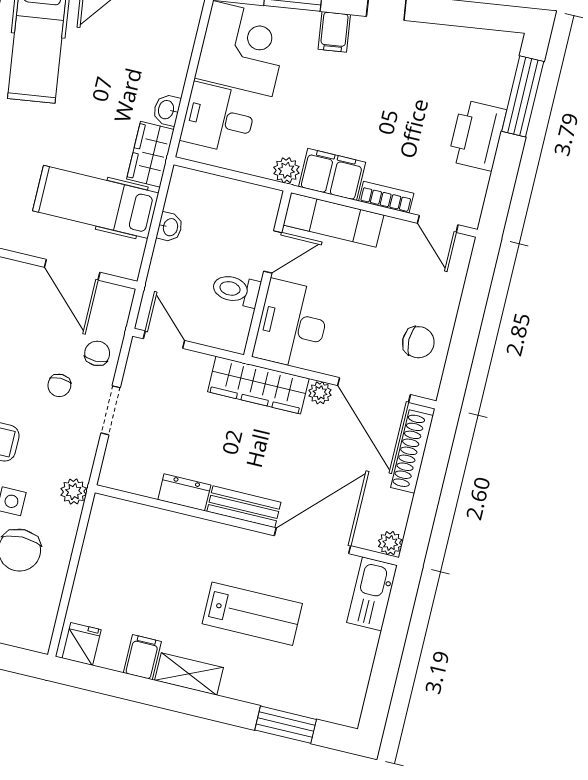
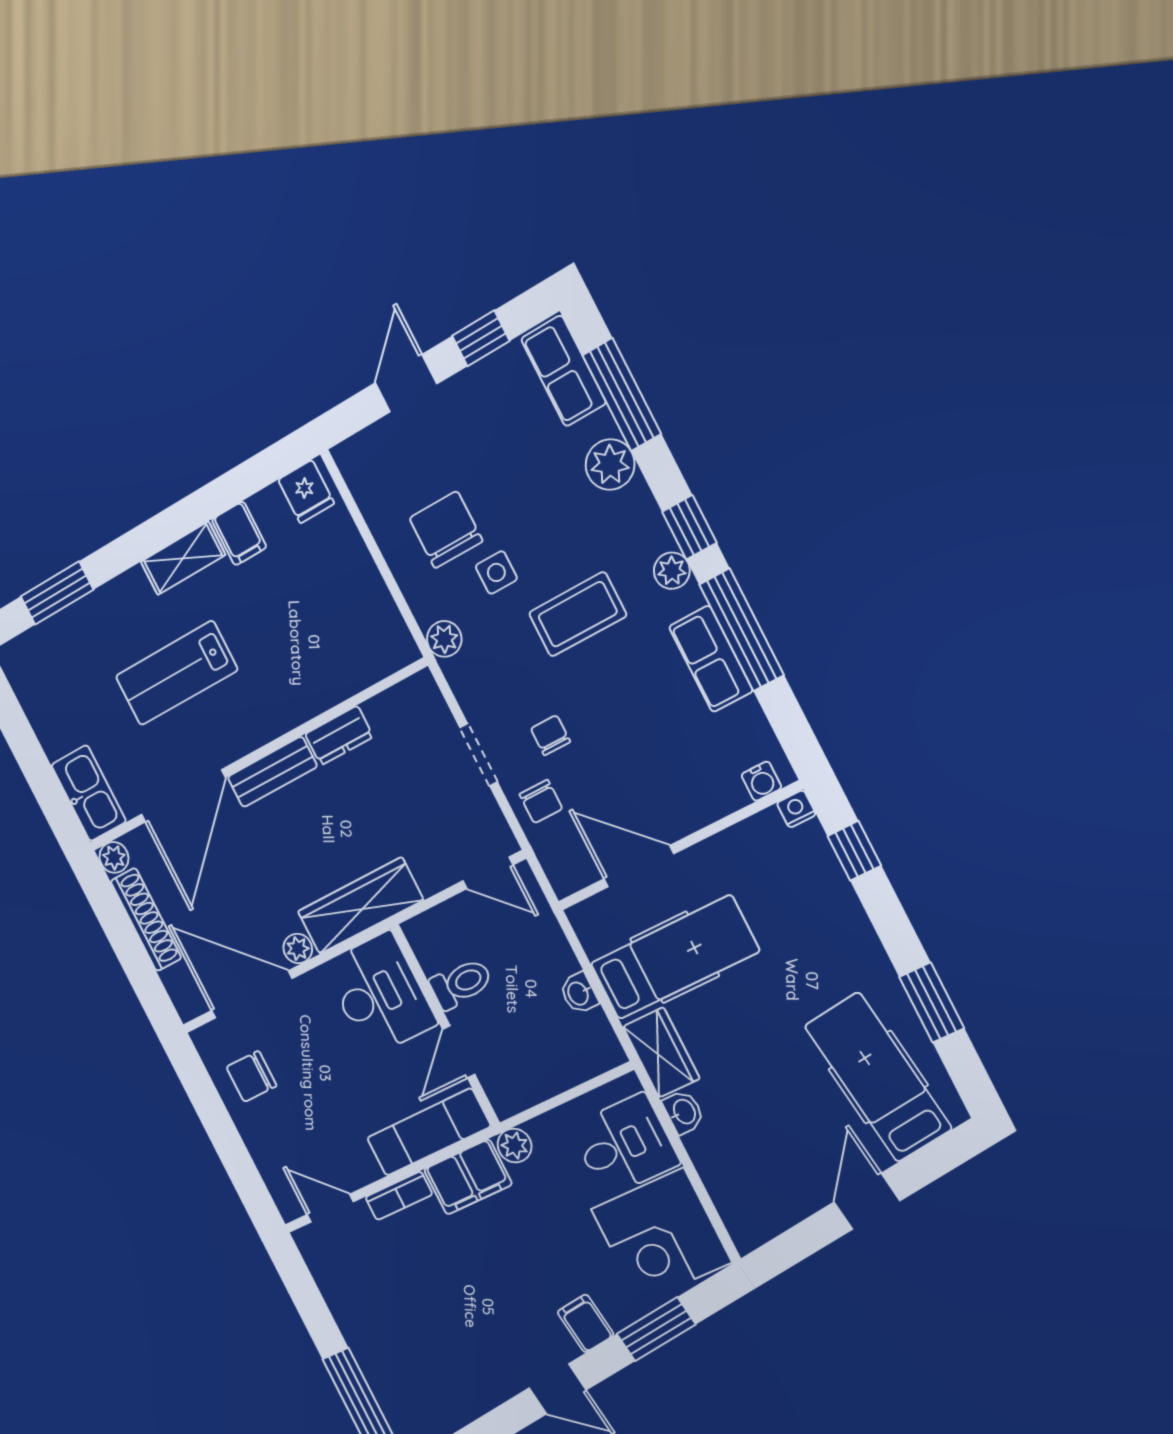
printer: (477, 135) -> (367, 1325), removed
shoe rack: (412, 452) -> (146, 920), moved

